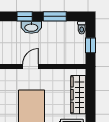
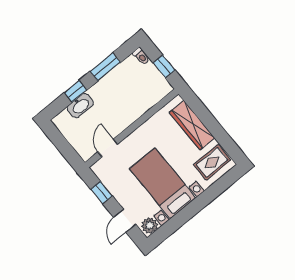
washbasin: (31, 27) -> (80, 106), moved
door: (31, 67) -> (108, 148), moved

